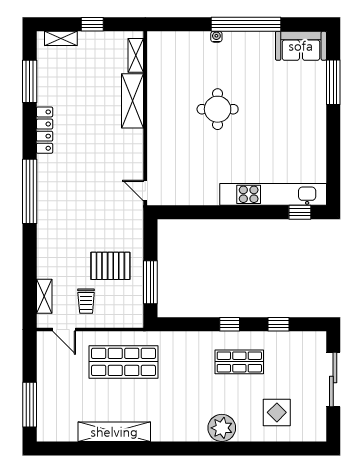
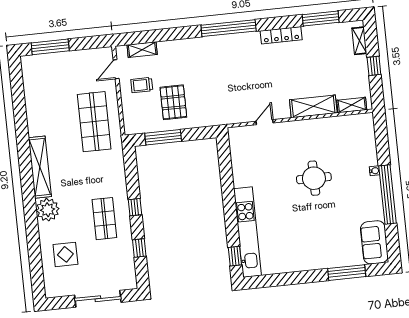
door: (145, 190) -> (265, 122), moved
shelving: (114, 432) -> (40, 167), moved

